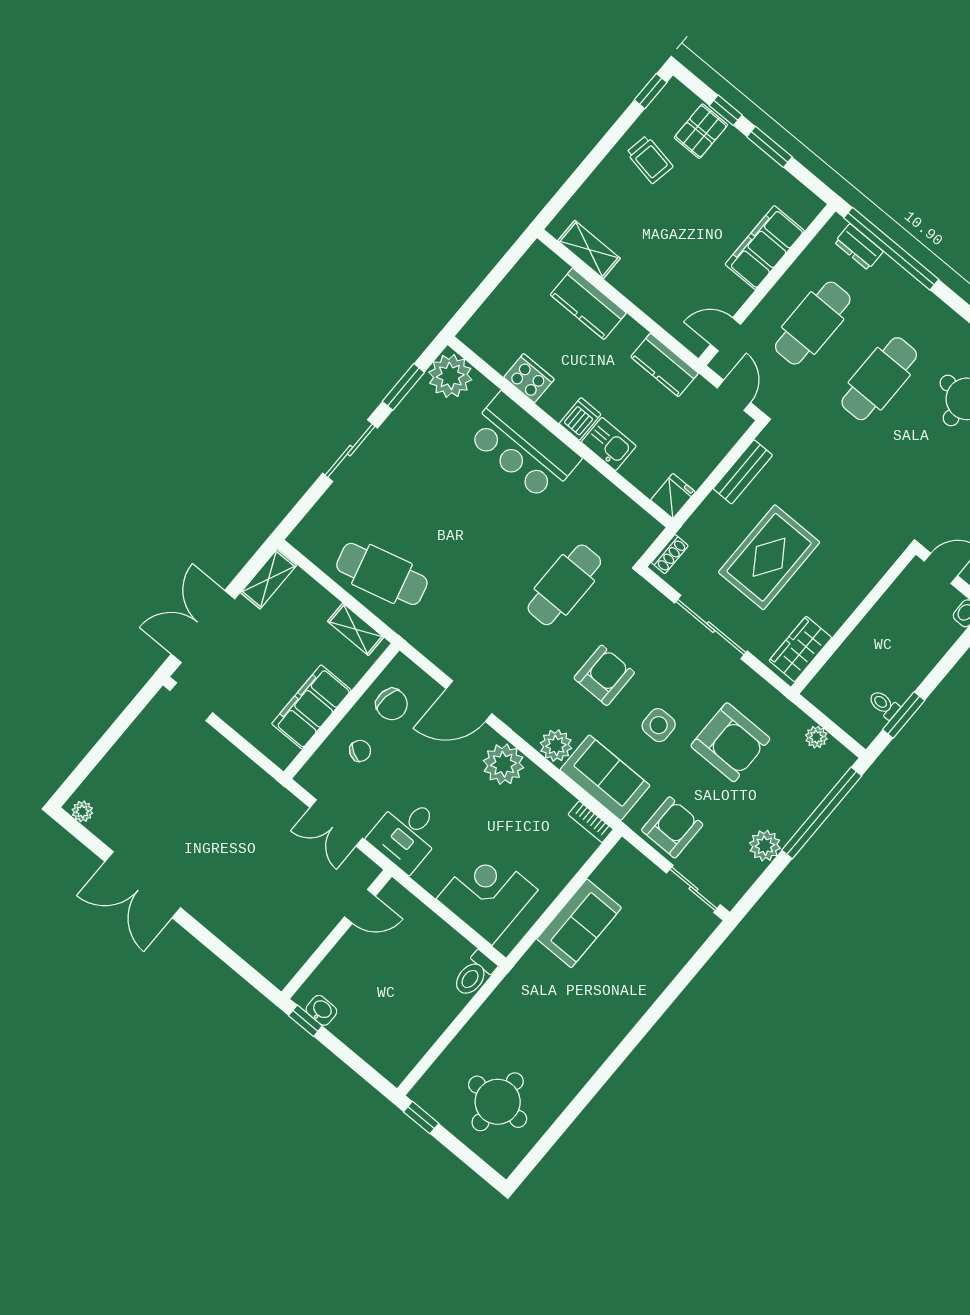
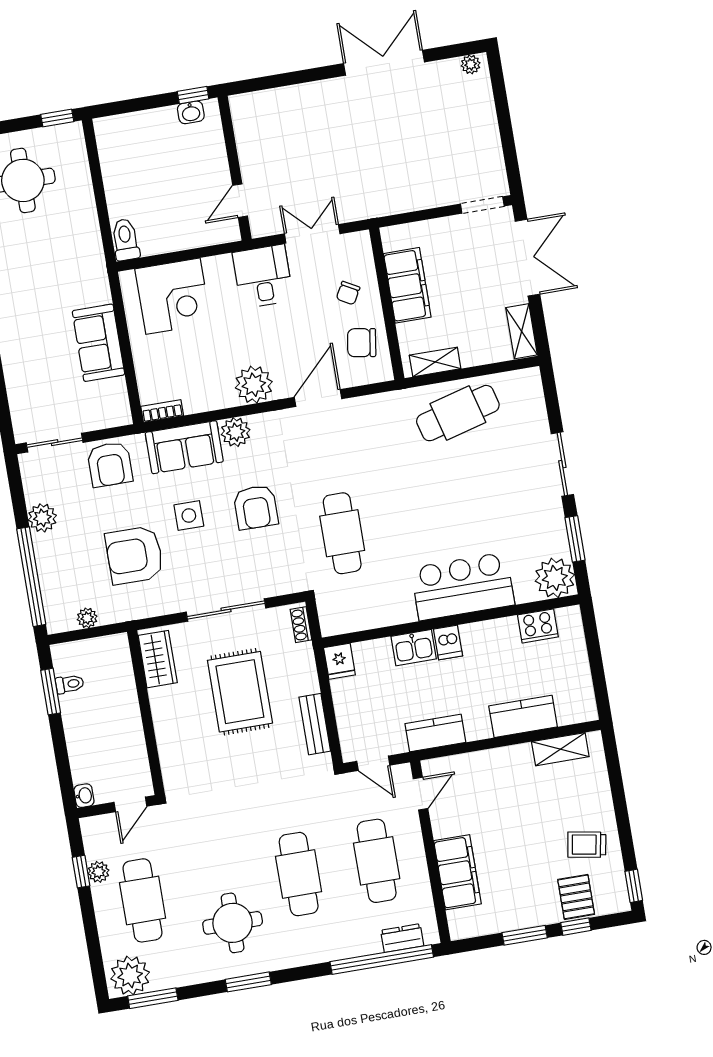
cooker: (529, 378) -> (538, 626), moved

